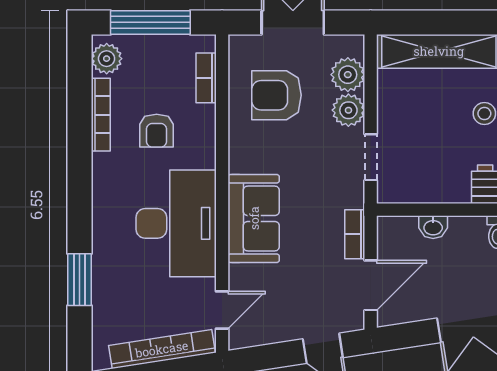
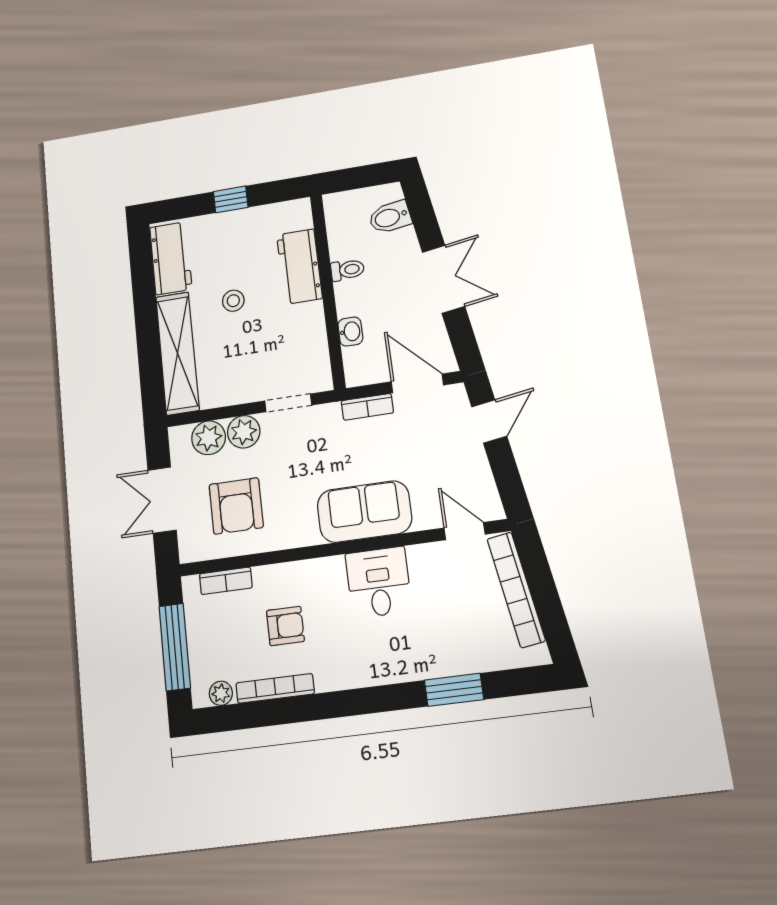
plant: (107, 59) -> (221, 693), width x0.73, depth x0.73
desk: (176, 223) -> (379, 582), width x0.53, depth x0.77

